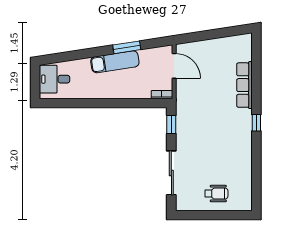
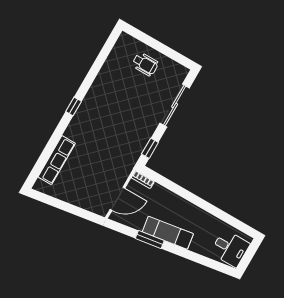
door: (174, 66) -> (117, 199), swing flipped
row of seats: (244, 85) -> (57, 160), moved
wheelchair: (216, 194) -> (145, 64), turned 180

